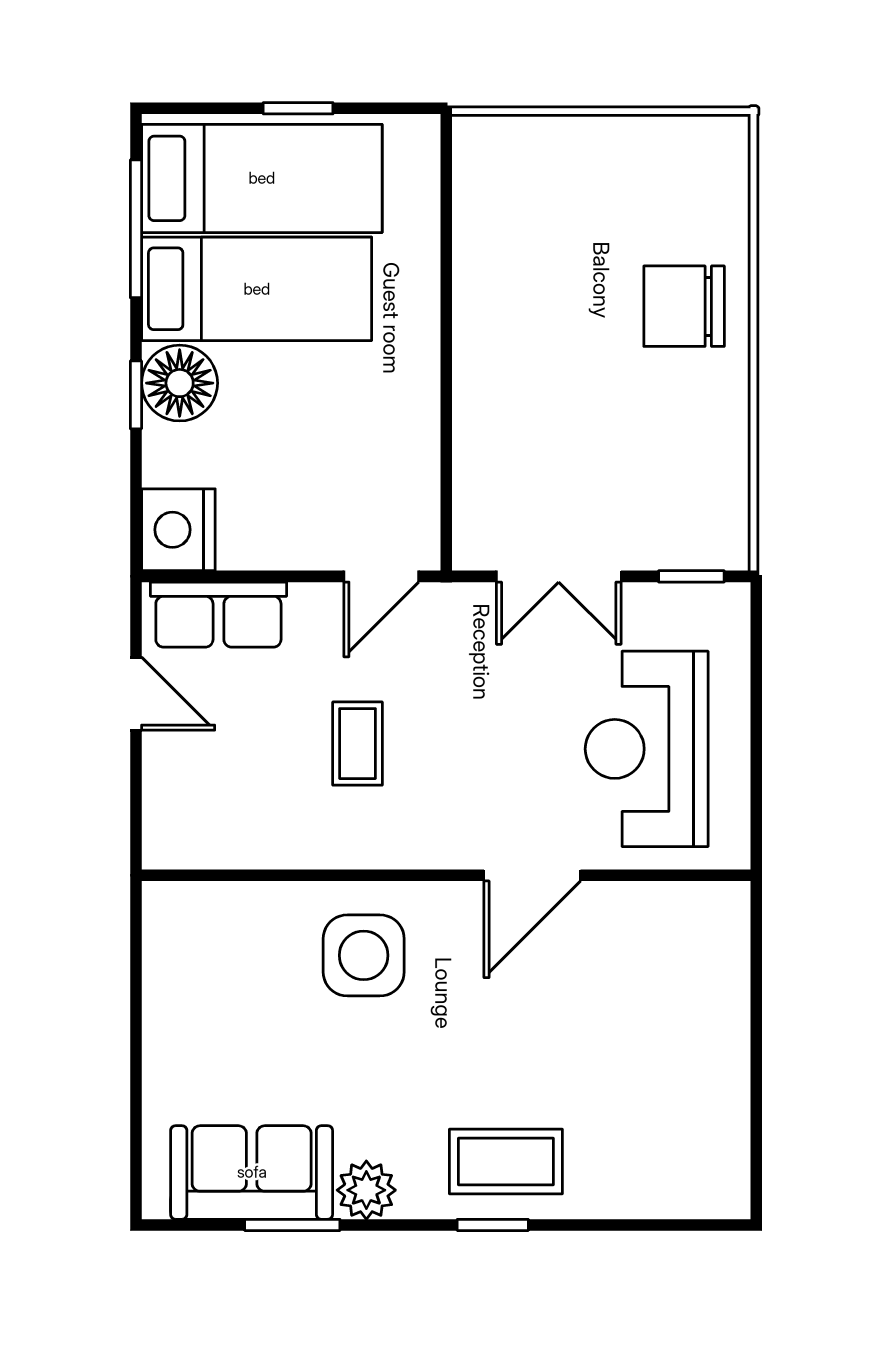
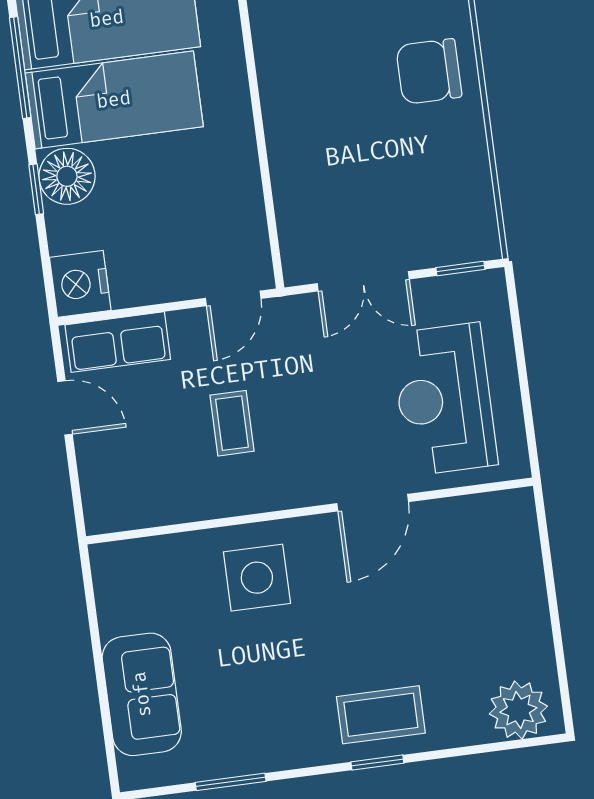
sofa: (252, 1172) -> (142, 694), moved, turned 90
plant: (366, 1190) -> (518, 710), moved, width x1.36, depth x1.36

